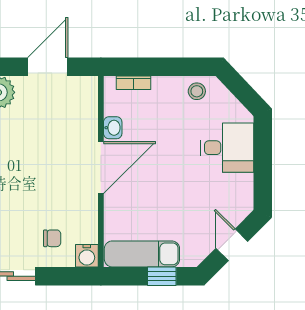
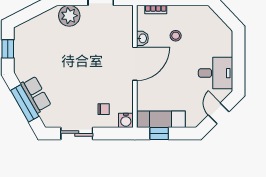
stool: (197, 91) -> (176, 36), moved
desk: (227, 148) -> (216, 73), moved
window: (162, 276) -> (159, 133), moved

